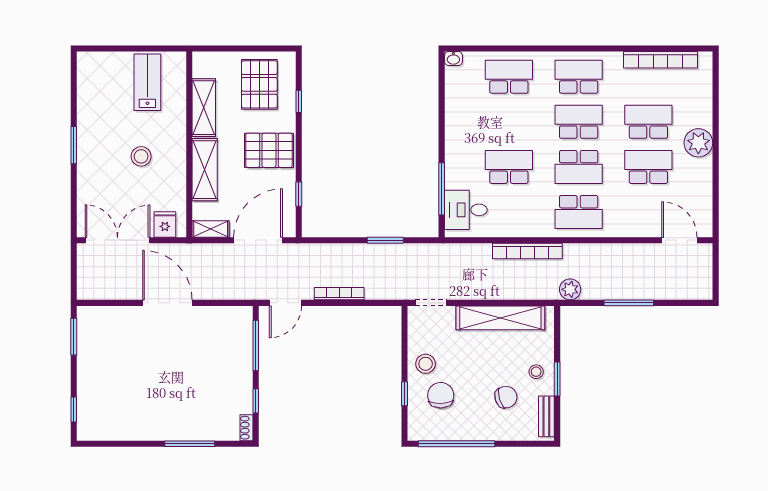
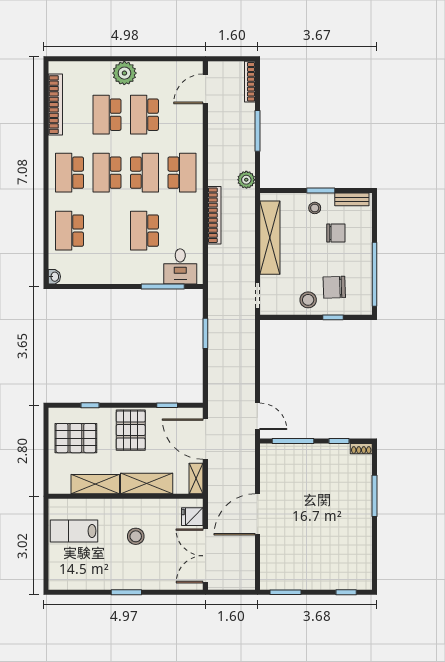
bookcase: (339, 294) -> (250, 82), moved
chair: (506, 397) -> (336, 233), turned 107

